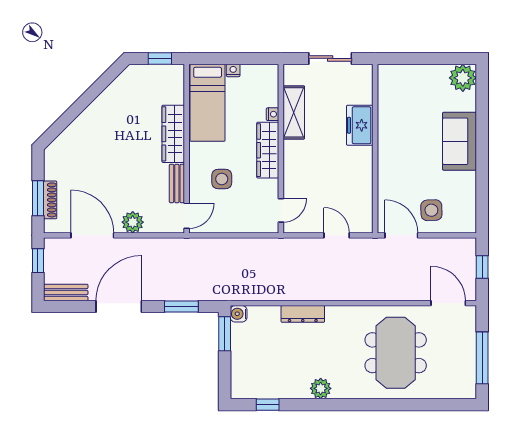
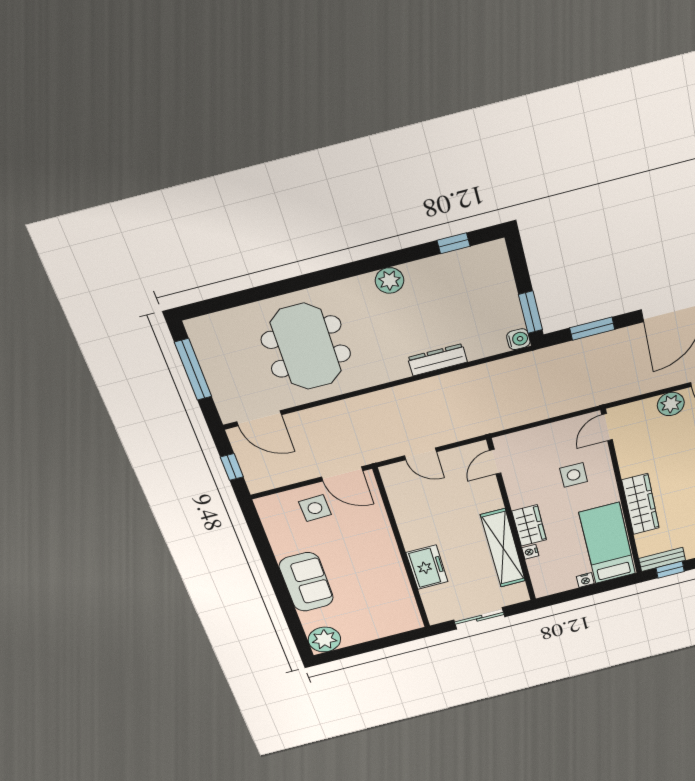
shelving: (294, 112) -> (503, 548), width x1.47
wardrobe: (268, 150) -> (529, 526), width x0.67
bench: (177, 183) -> (662, 559), moved, turned 90

